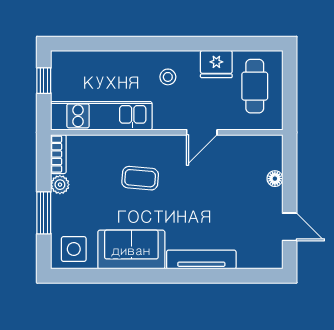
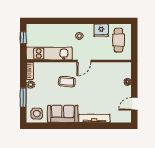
door: (202, 132) -> (84, 61), moved
door: (290, 227) -> (134, 104), swing flipped

